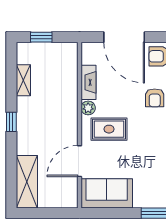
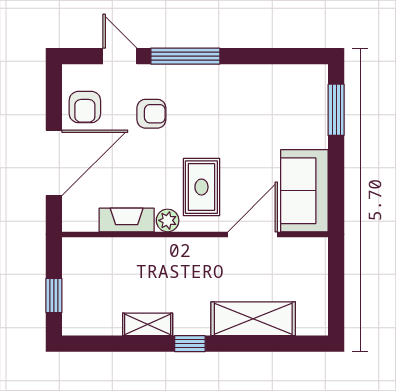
shelving: (23, 80) -> (148, 324), moved
door: (79, 161) -> (253, 234), swing flipped
shelving: (27, 182) -> (253, 319), moved

